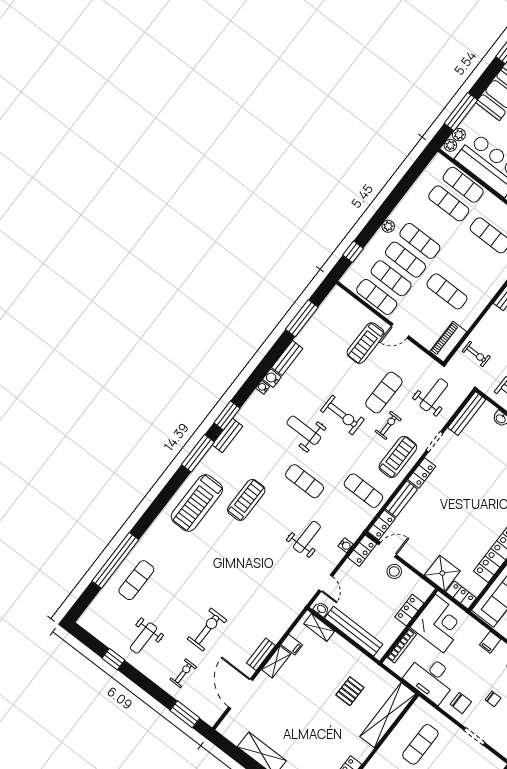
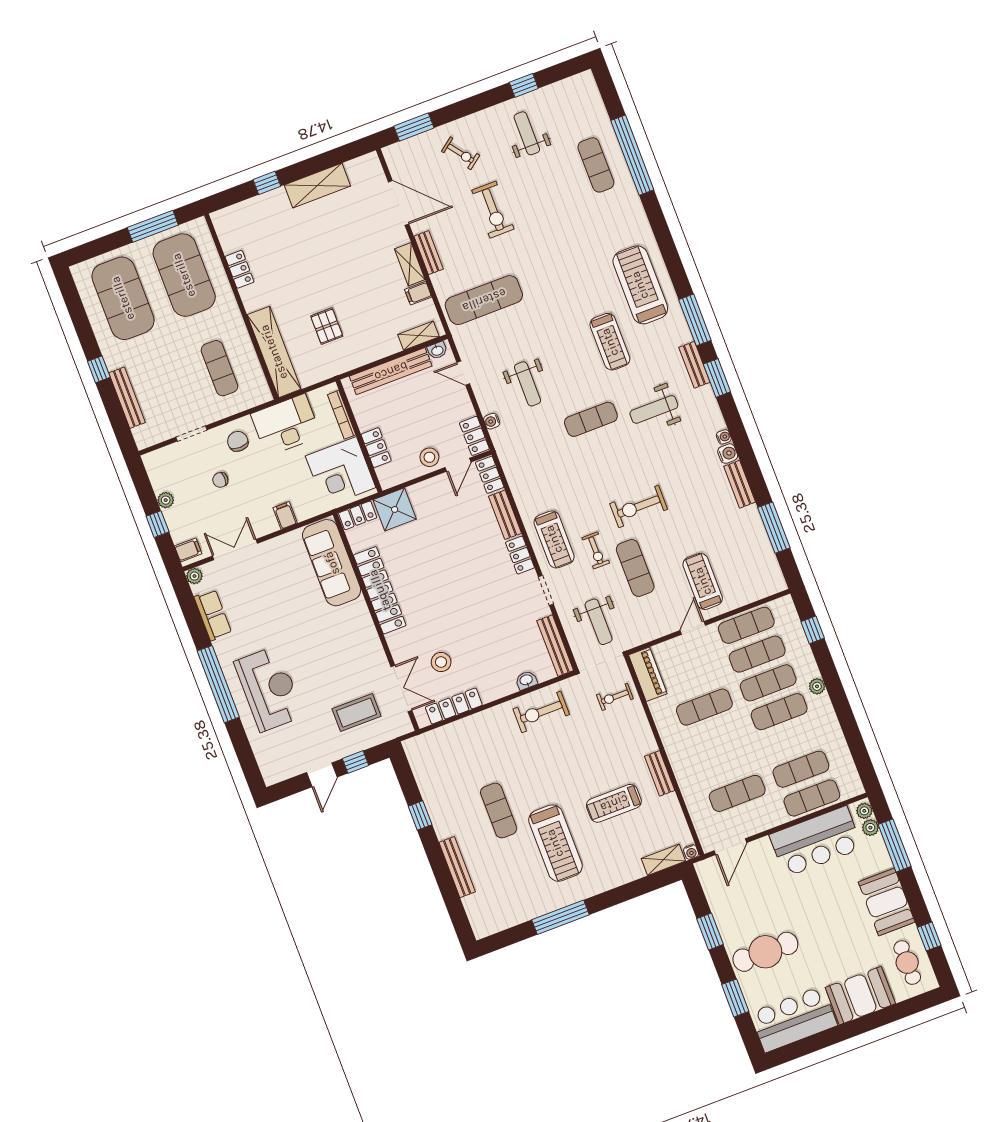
weight bench: (304, 430) -> (654, 409), moved, turned 180
exercise mat: (363, 491) -> (484, 300), moved, width x1.36, depth x1.45
exercise bike: (183, 673) -> (461, 153), turned -37
chair: (461, 703) -> (238, 441), turned 90

